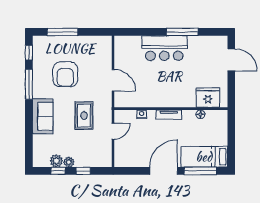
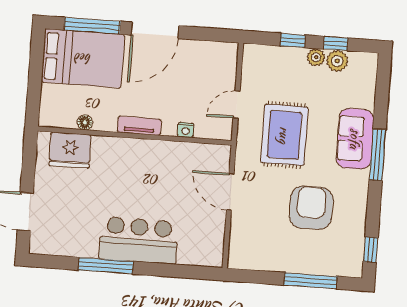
window: (29, 84) -> (378, 155), moved
rug: (84, 116) -> (284, 135), width x1.36, depth x1.43
bed: (204, 157) -> (83, 58), width x1.50

